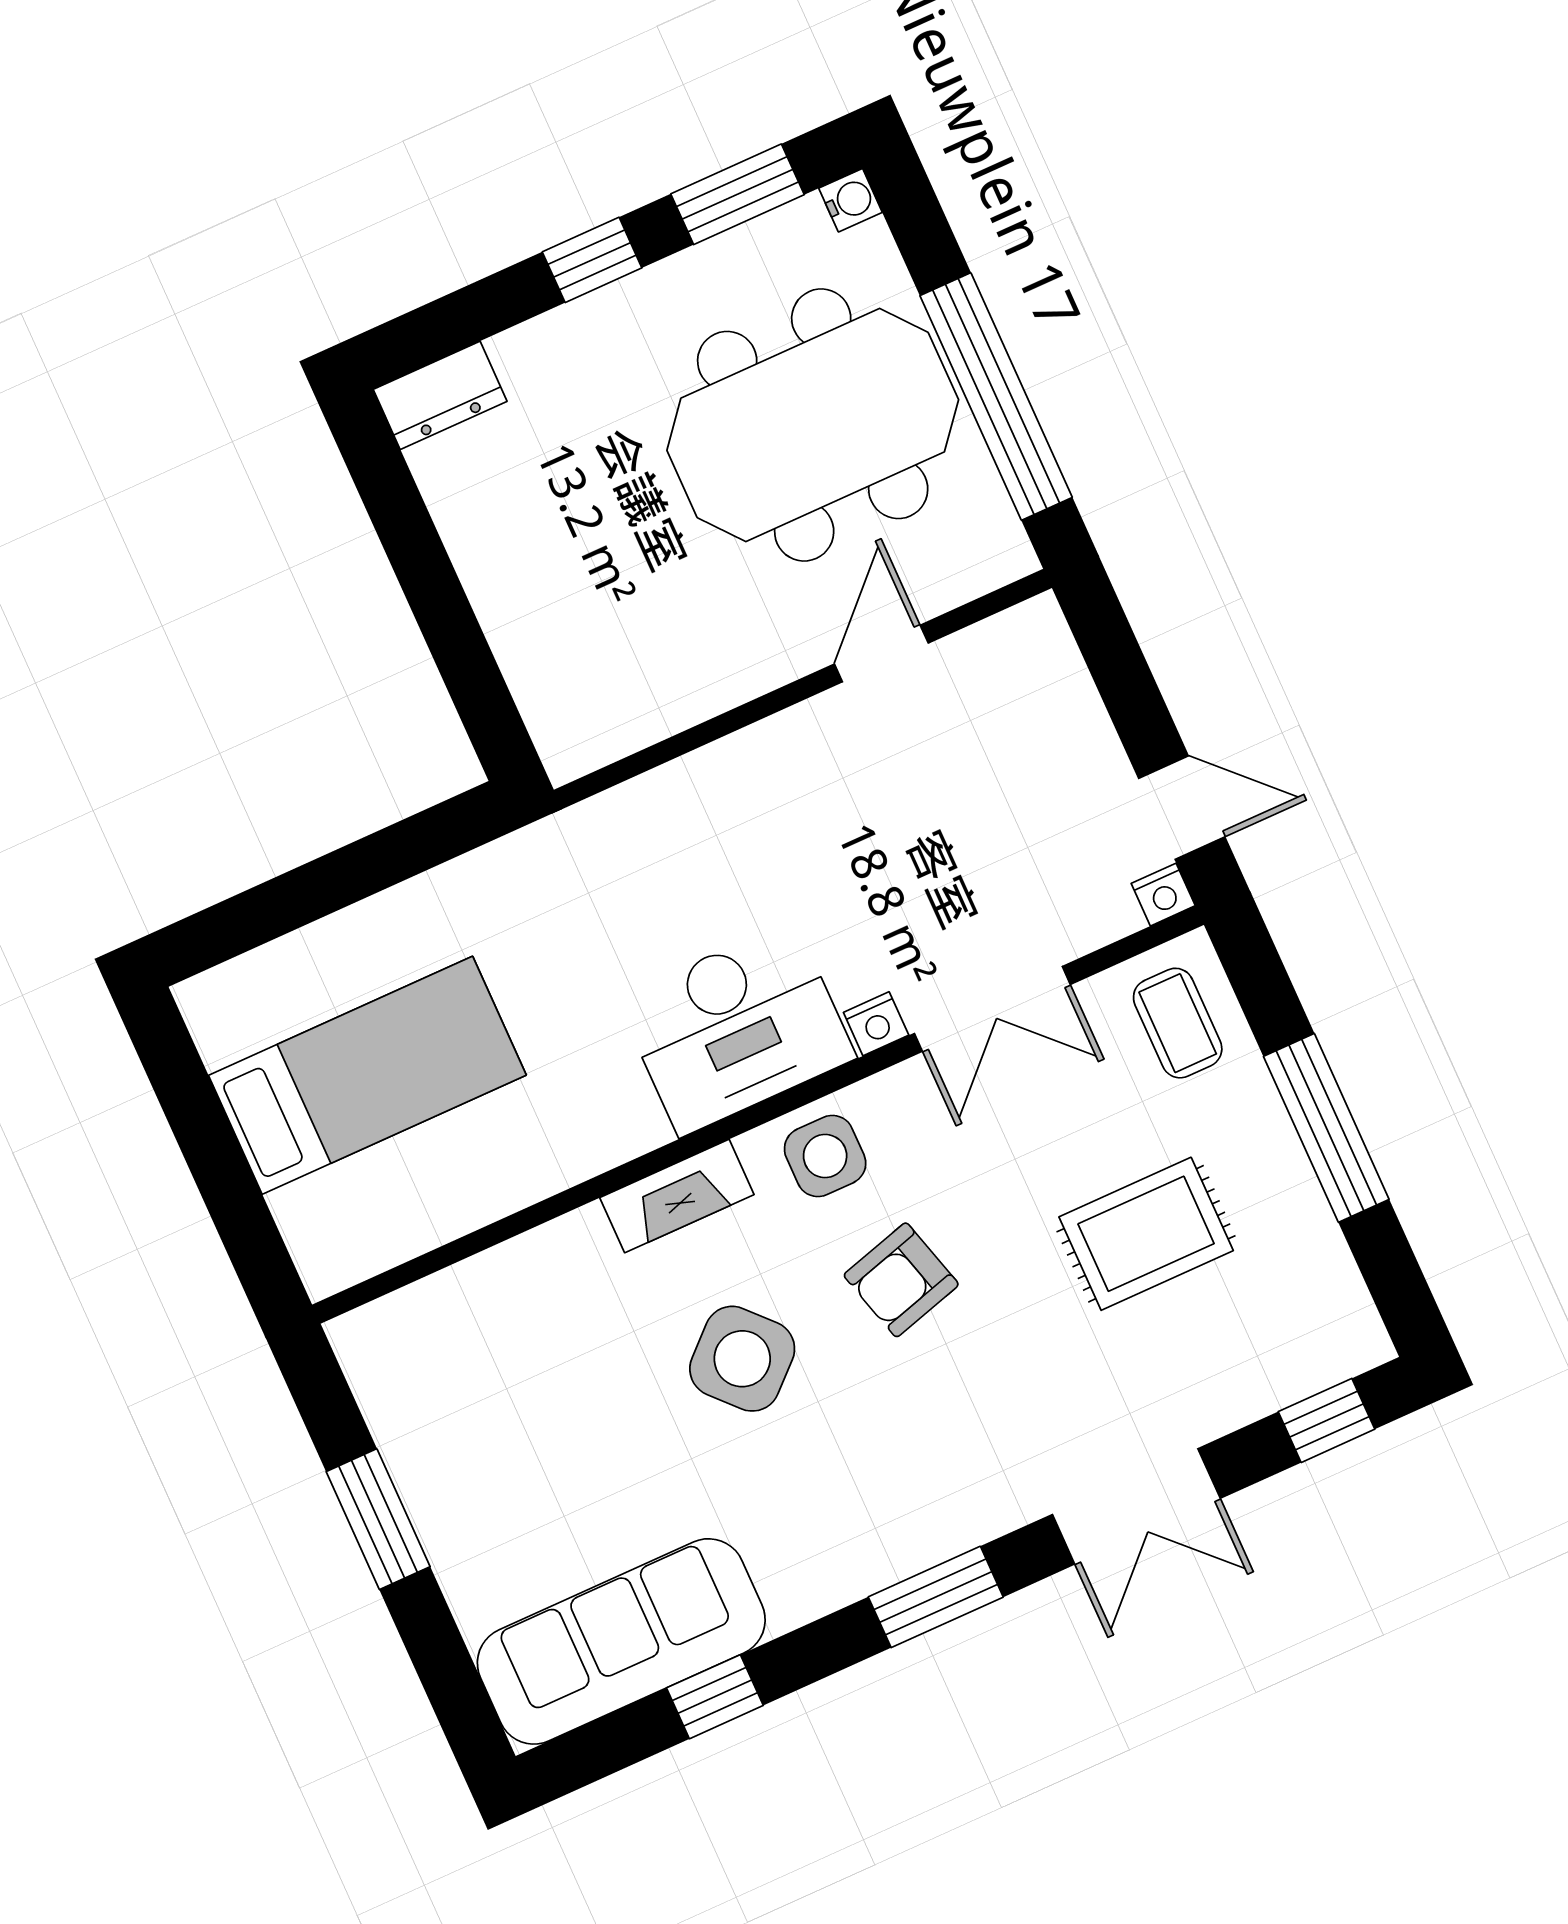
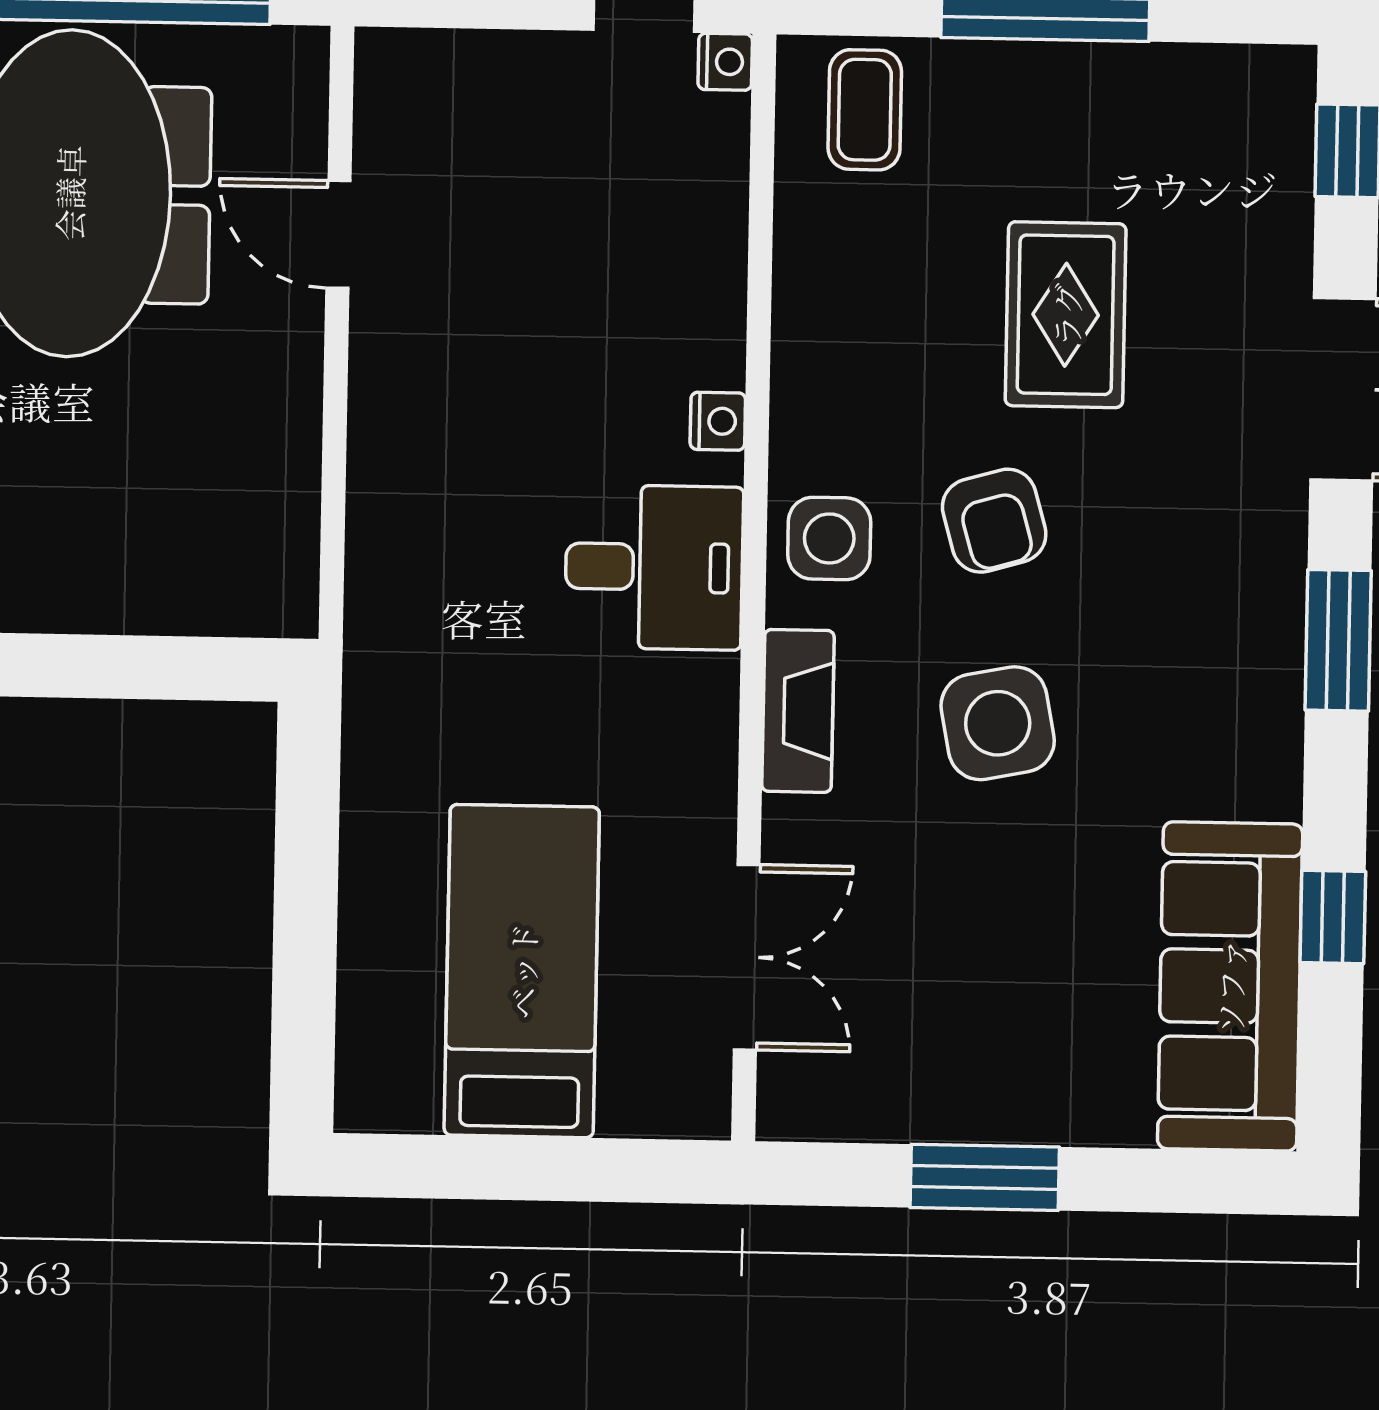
double door: (992, 1009) -> (747, 957), moved
coffee table: (1178, 1023) -> (865, 110), turned 90
desk: (737, 1028) -> (654, 567), width x0.73
rug: (1146, 1234) -> (1066, 315), moved
side table: (742, 1359) -> (998, 723), turned 32

